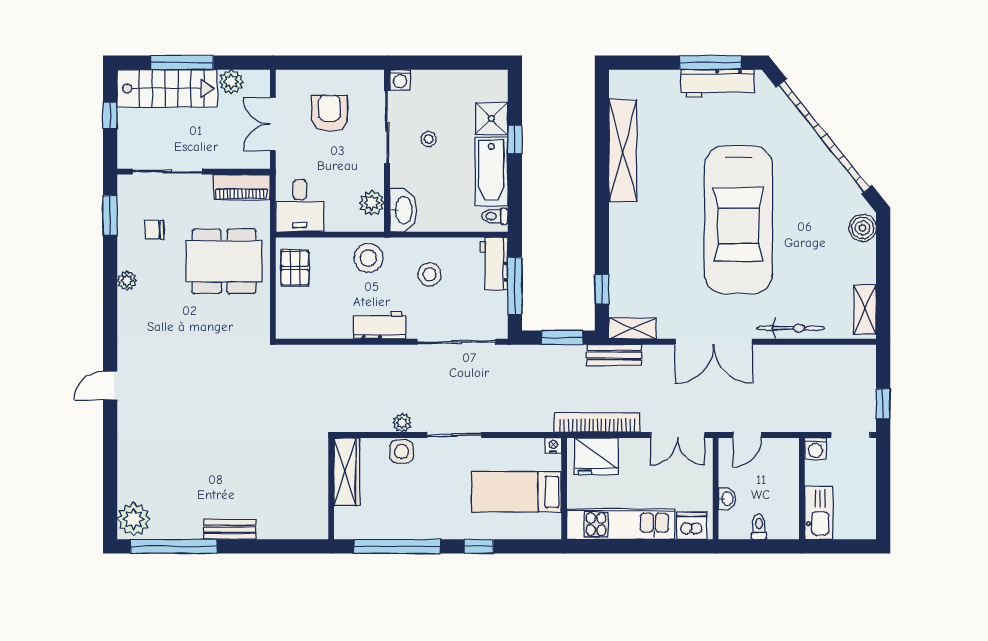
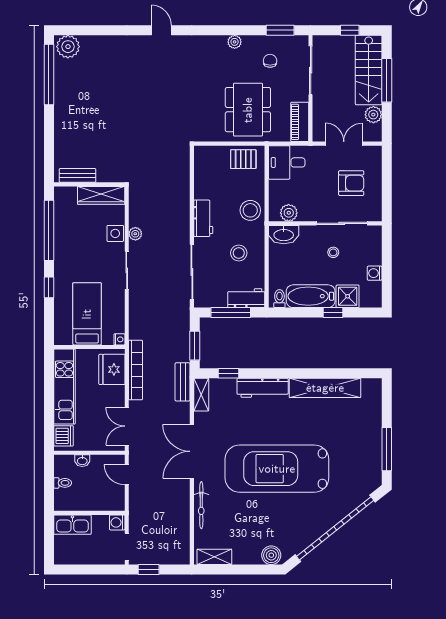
washing machine: (400, 80) -> (375, 273), moved
workbench: (718, 83) -> (263, 388), moved, turned -90
bench: (230, 529) -> (78, 175), moved, turned 90

